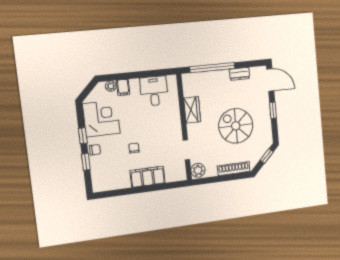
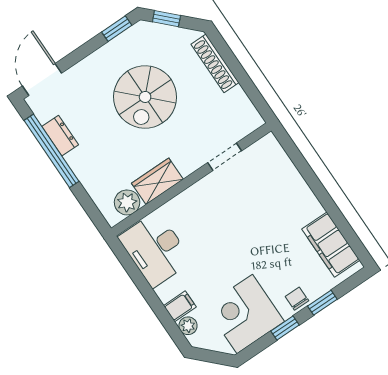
window: (212, 68) -> (52, 151), moved
desk: (154, 91) -> (155, 249), width x1.37
window: (273, 110) -> (117, 29), moved
chair: (134, 148) -> (264, 241), removed
plant: (198, 170) -> (127, 202), moved
filing cabinet: (148, 177) -> (331, 245), moved

